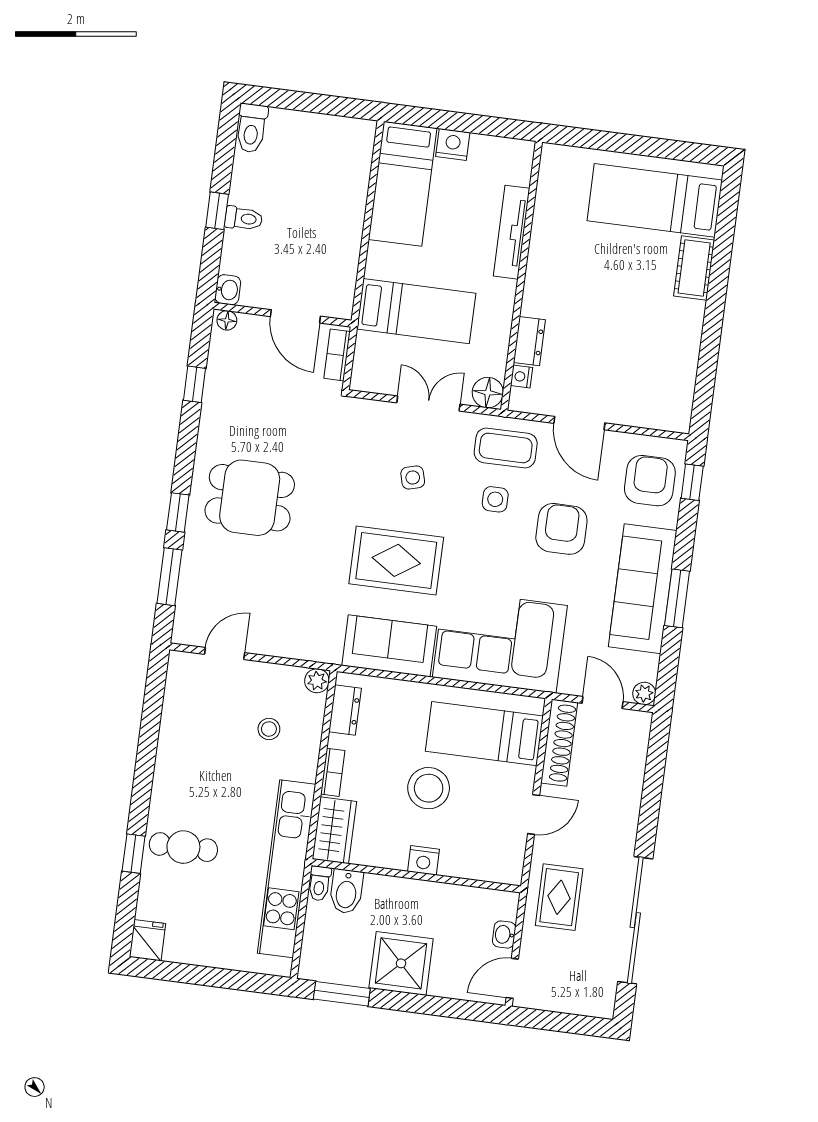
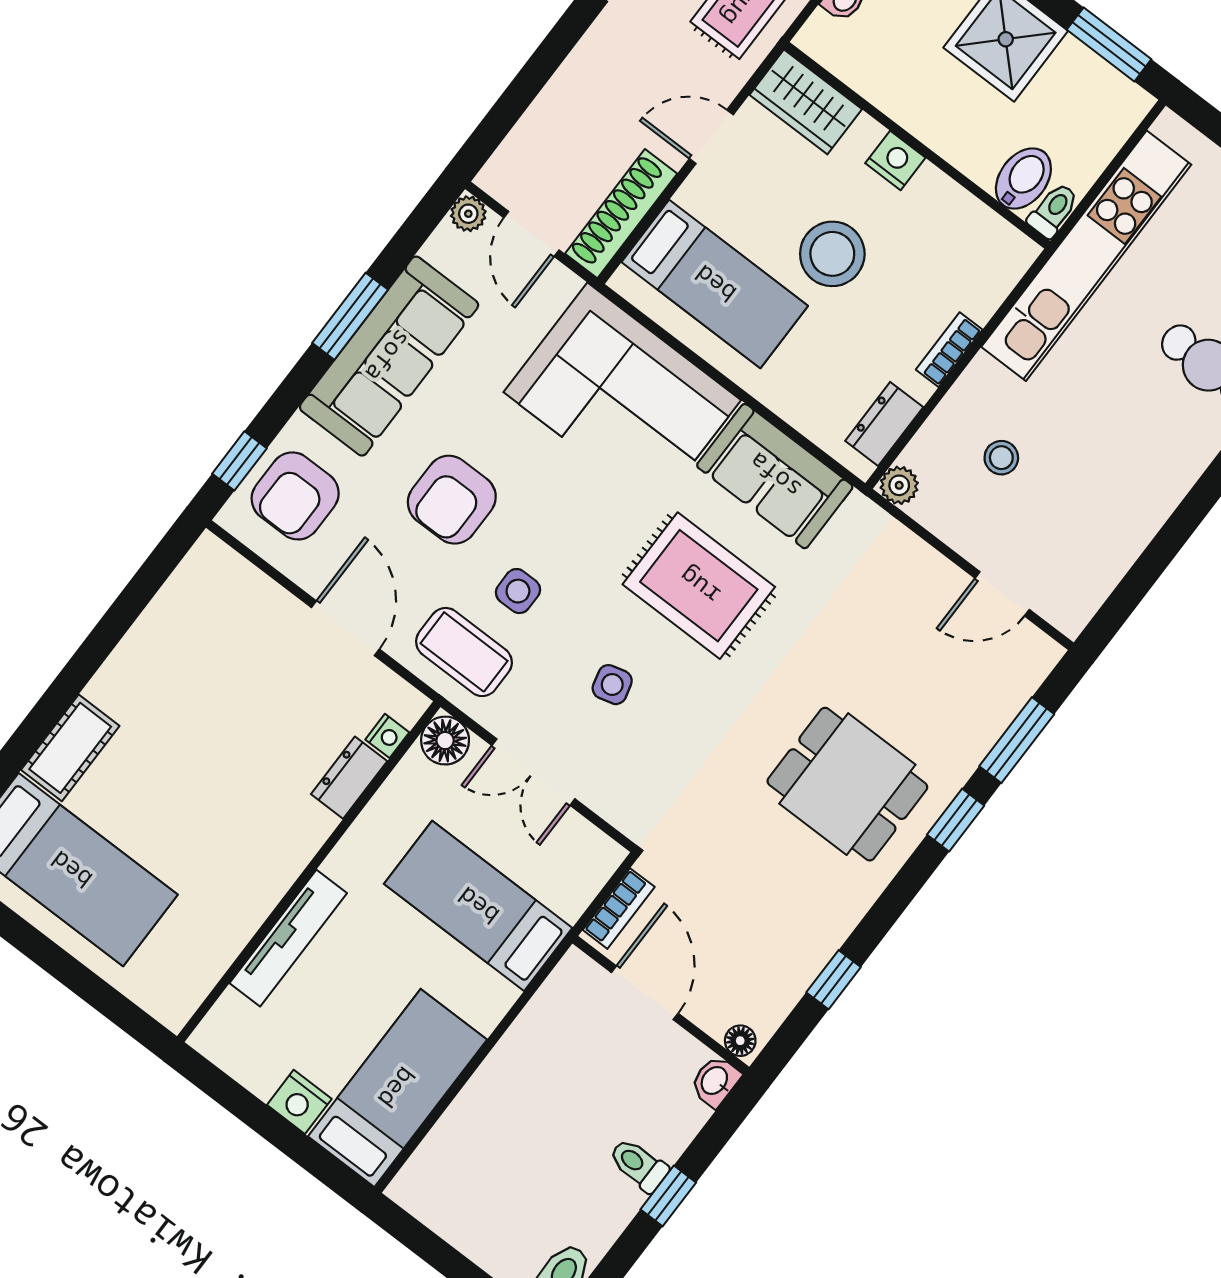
wardrobe: (334, 830) -> (806, 102), moved, turned -90

